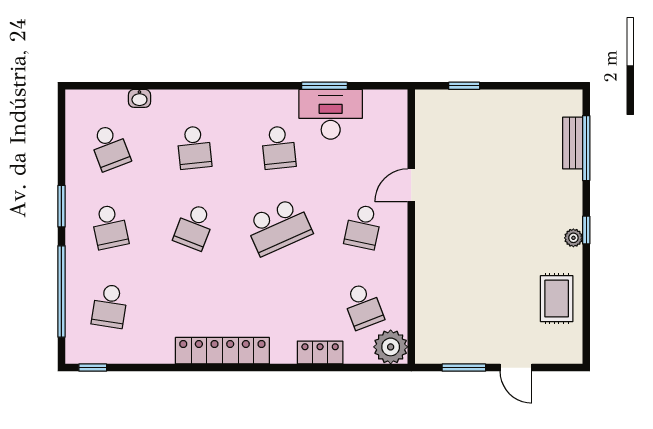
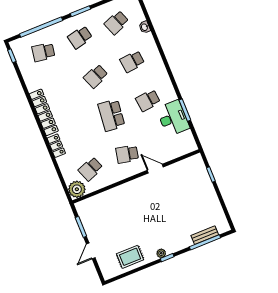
school desk: (194, 227) -> (96, 76), turned -42
school desk: (279, 227) -> (111, 115), turned 30
locker: (320, 352) -> (56, 146), moved

